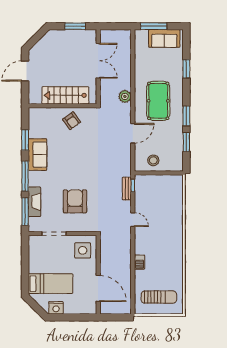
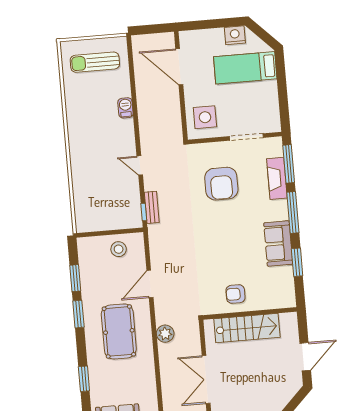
armchair: (72, 121) -> (235, 294), turned -54

